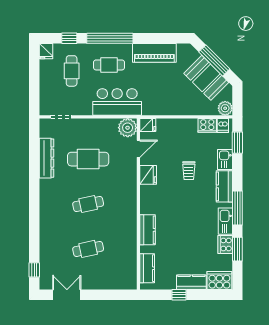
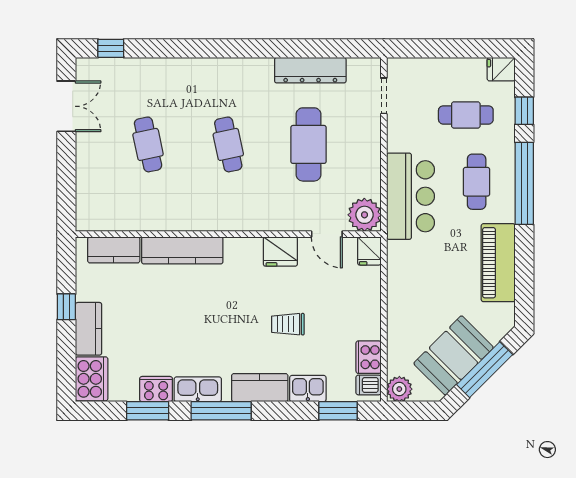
kitchen counter: (147, 230) -> (182, 250), width x1.50

